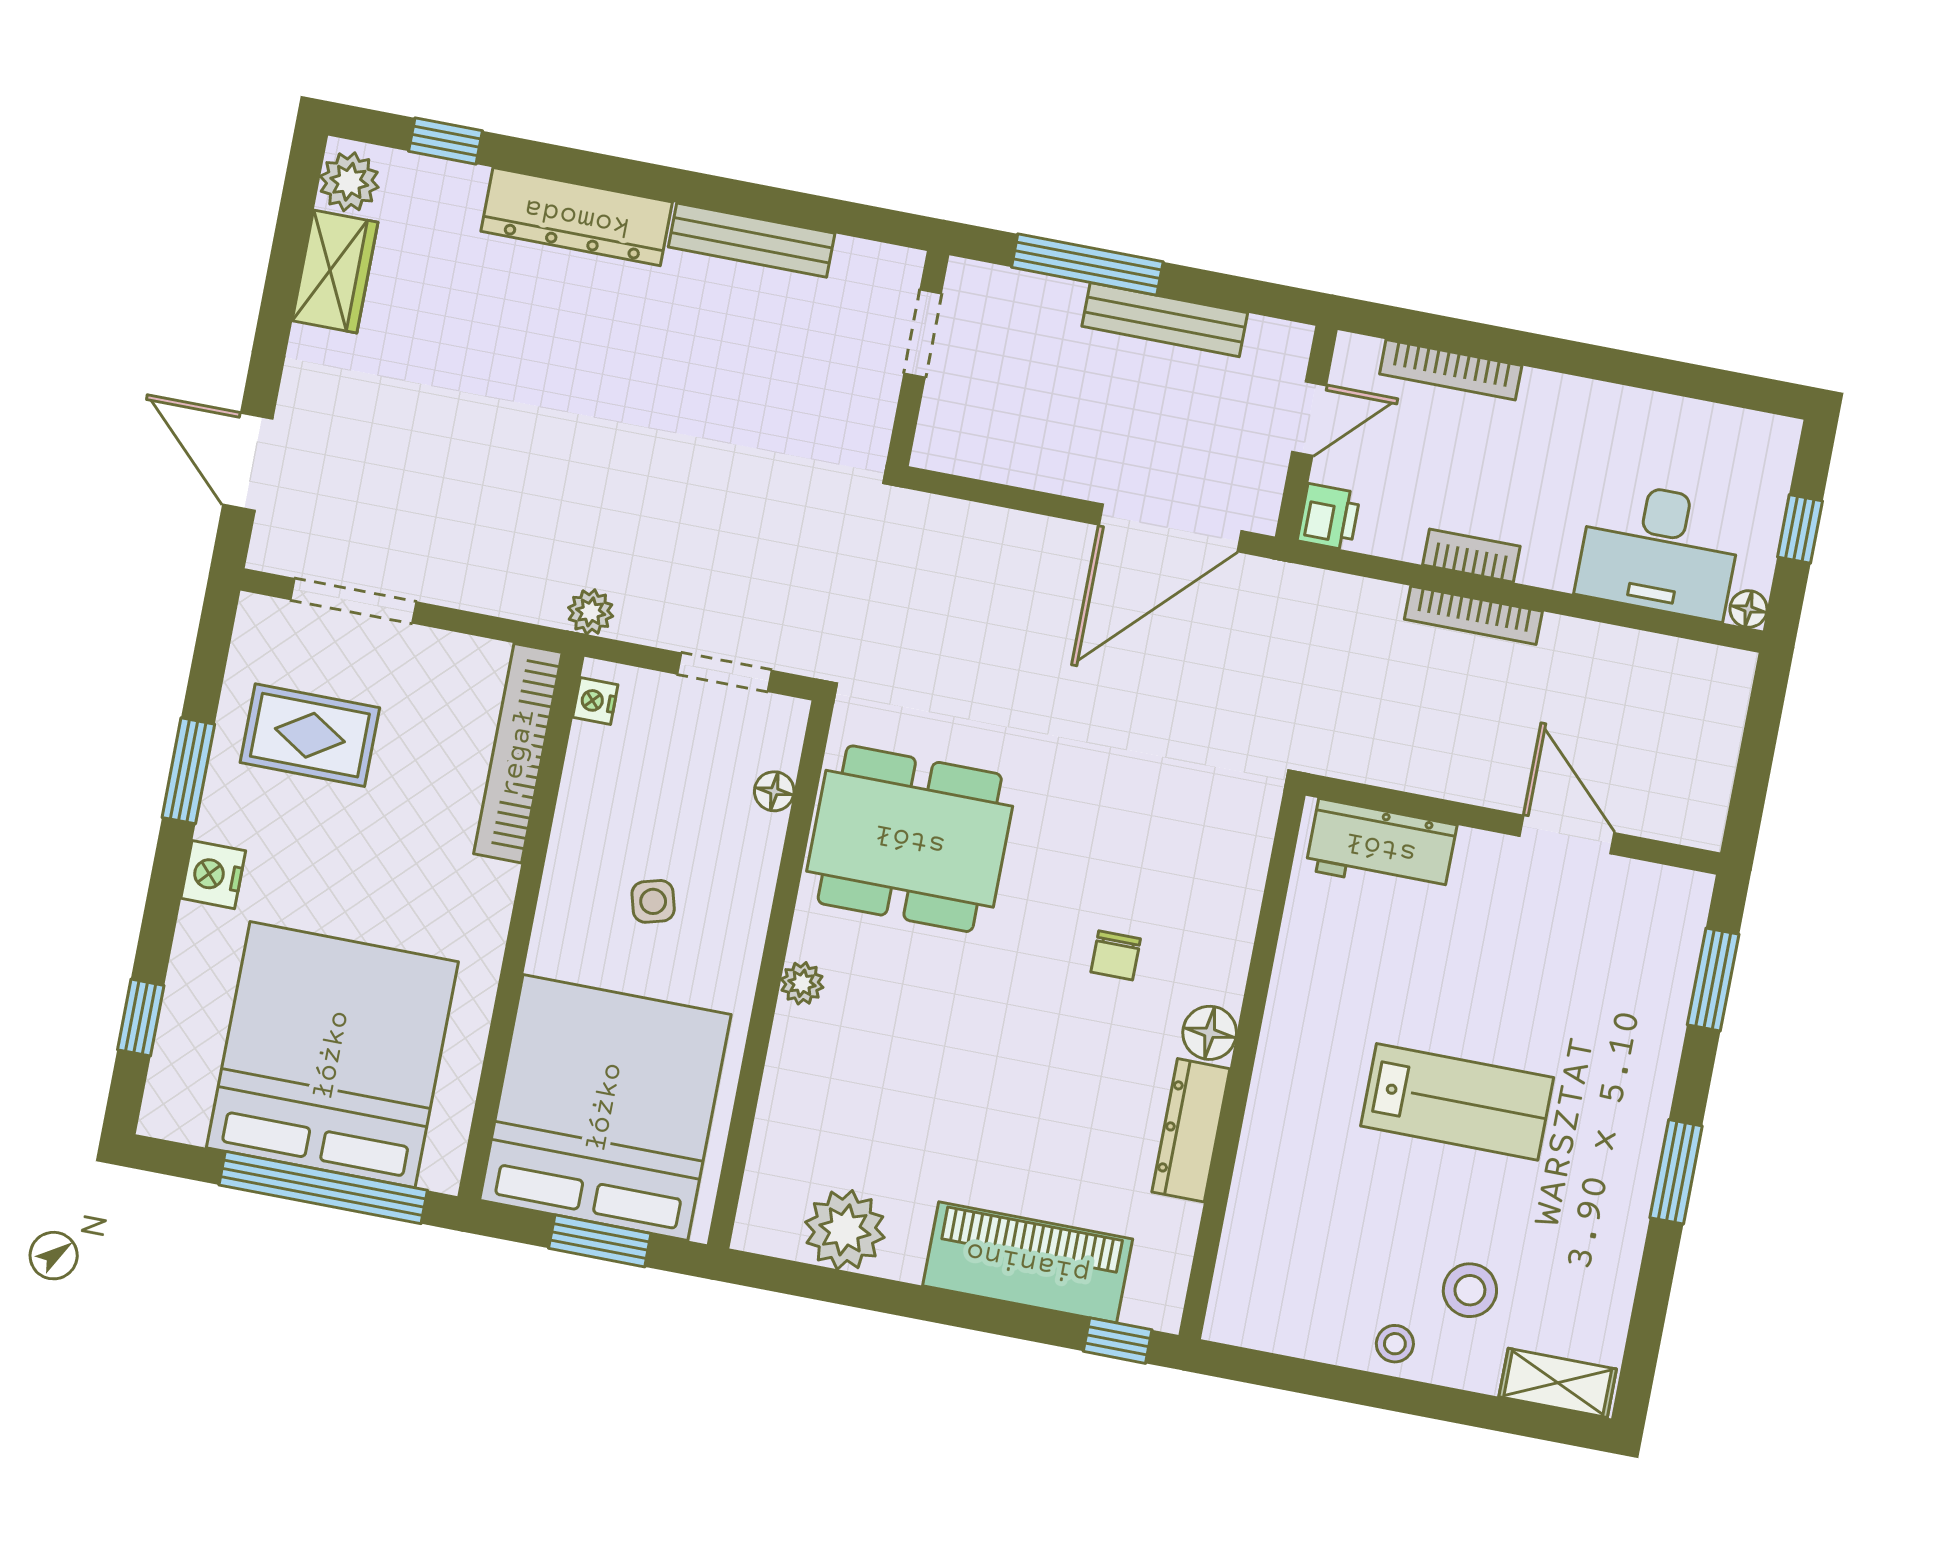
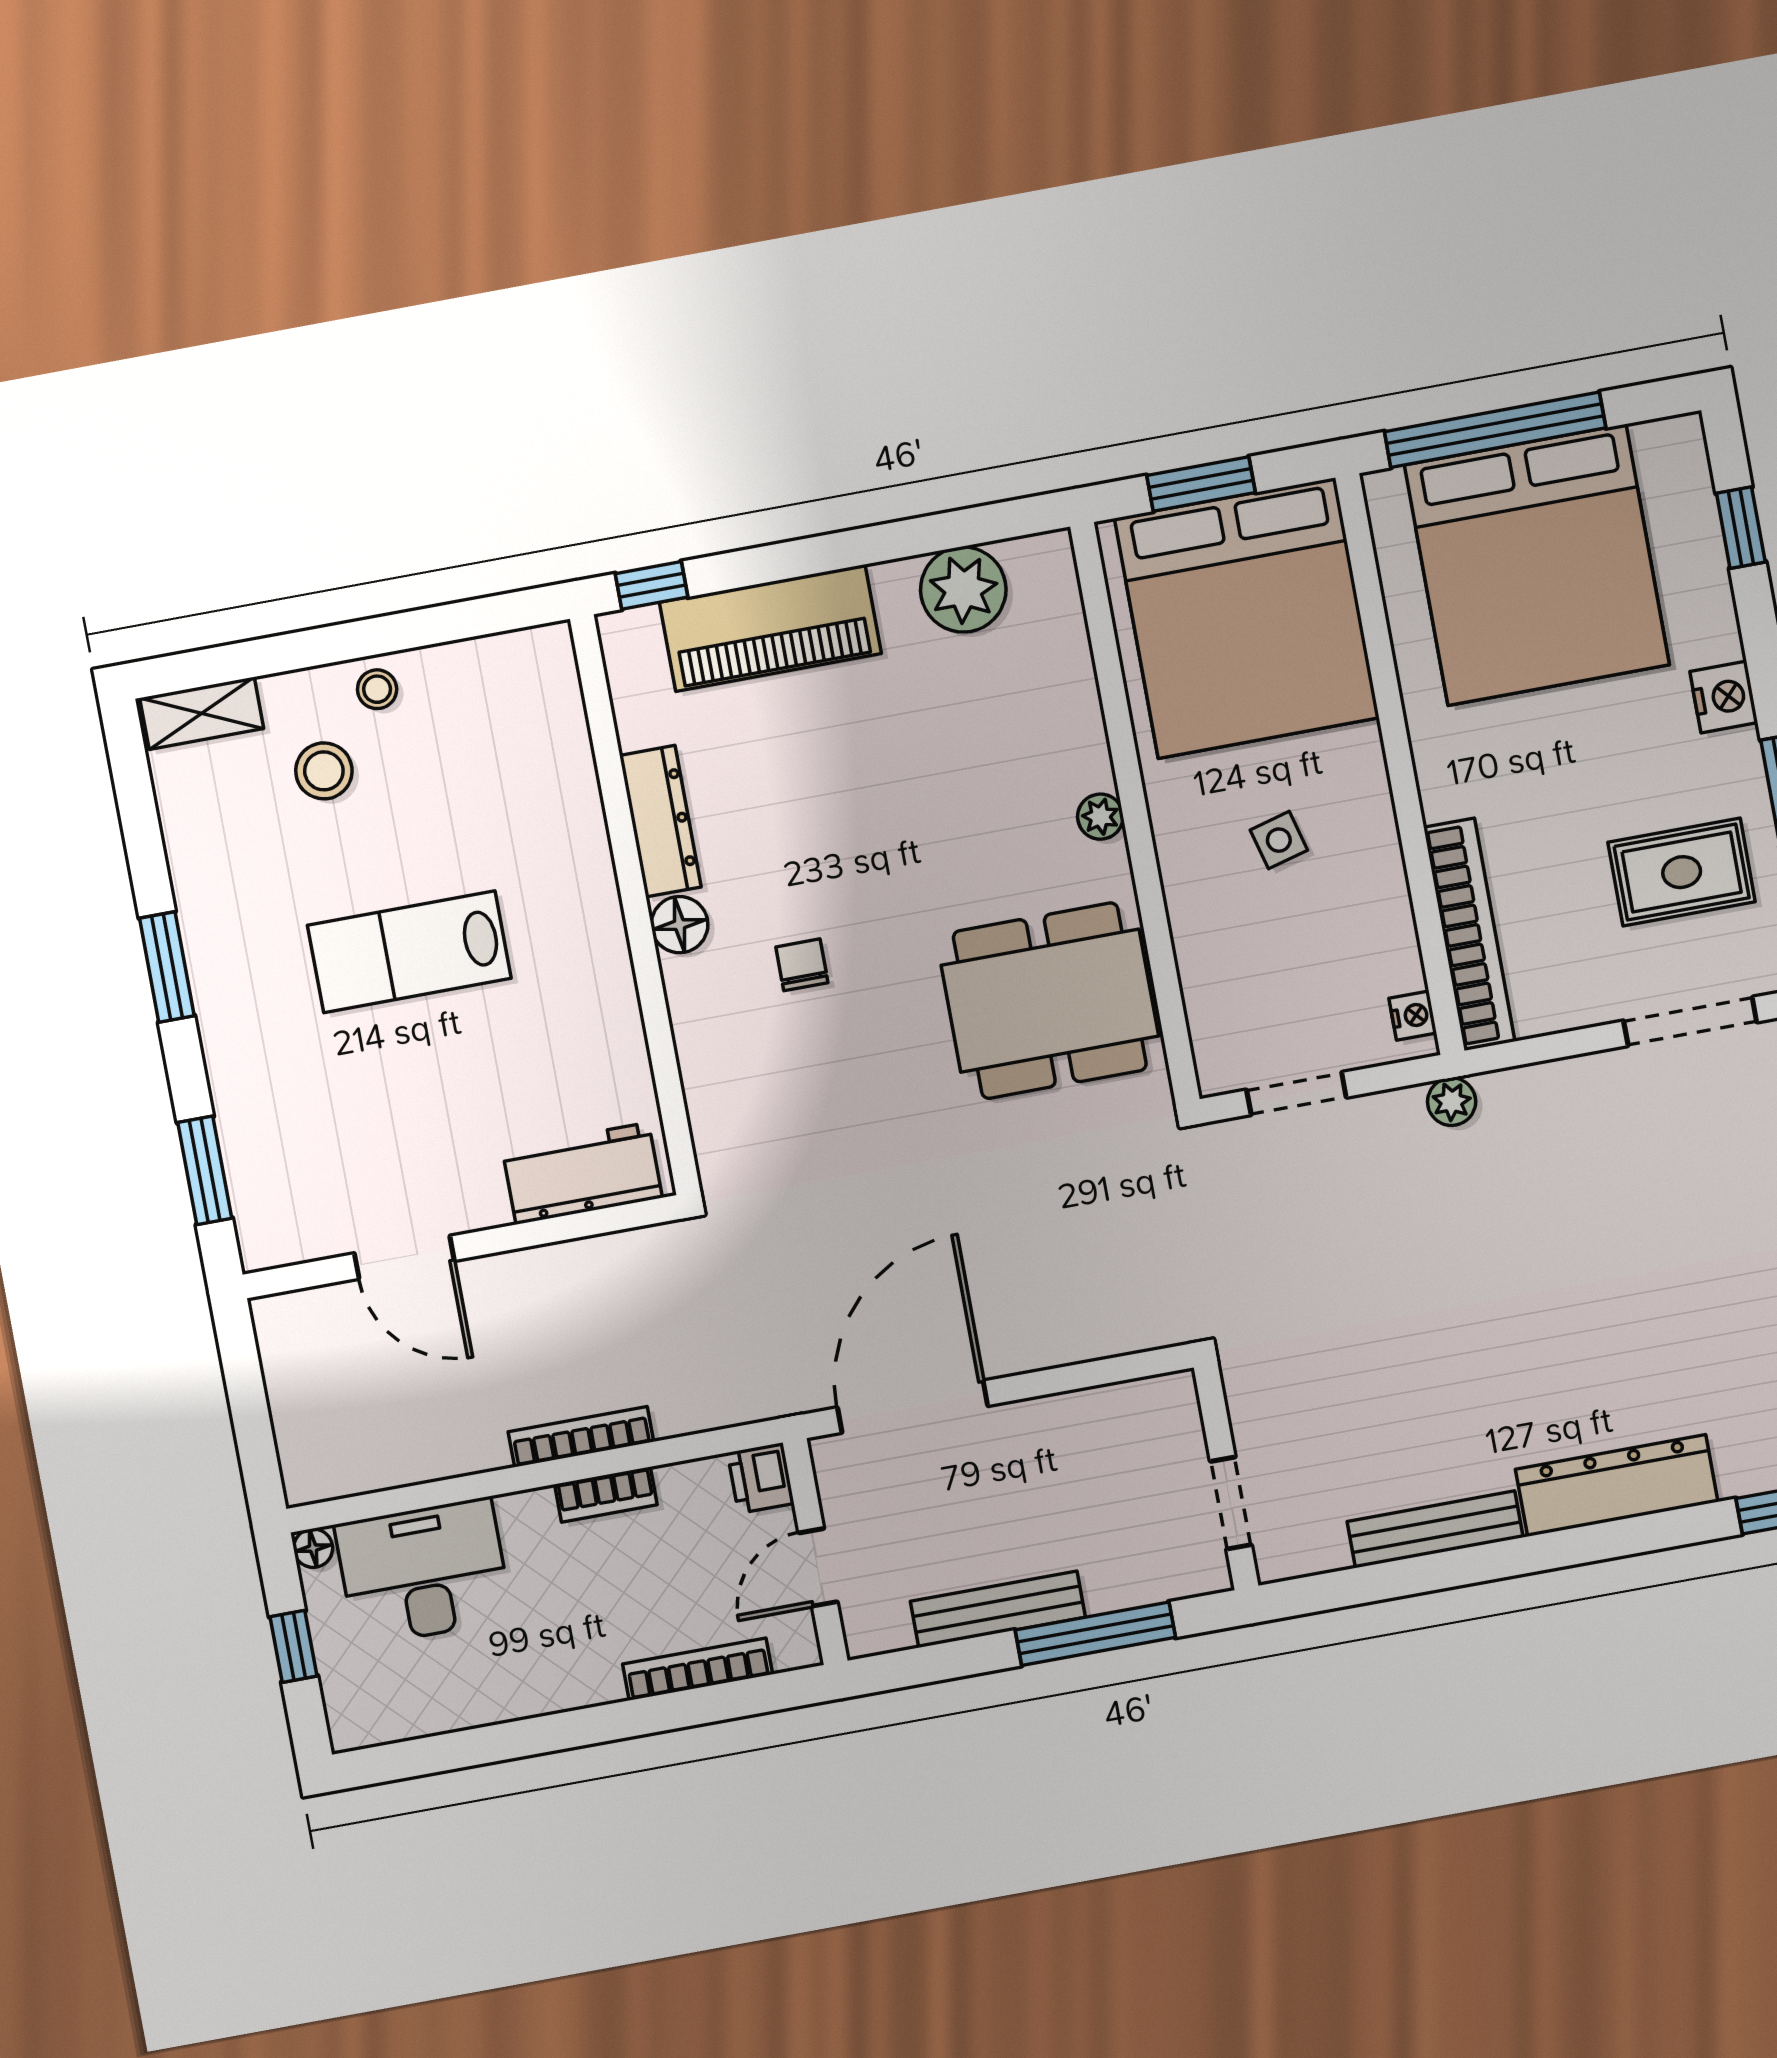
floor lamp: (774, 791) -> (1202, 995), removed

